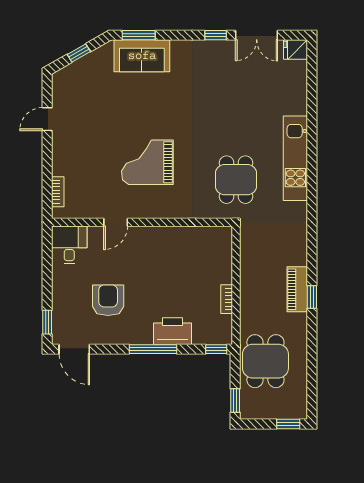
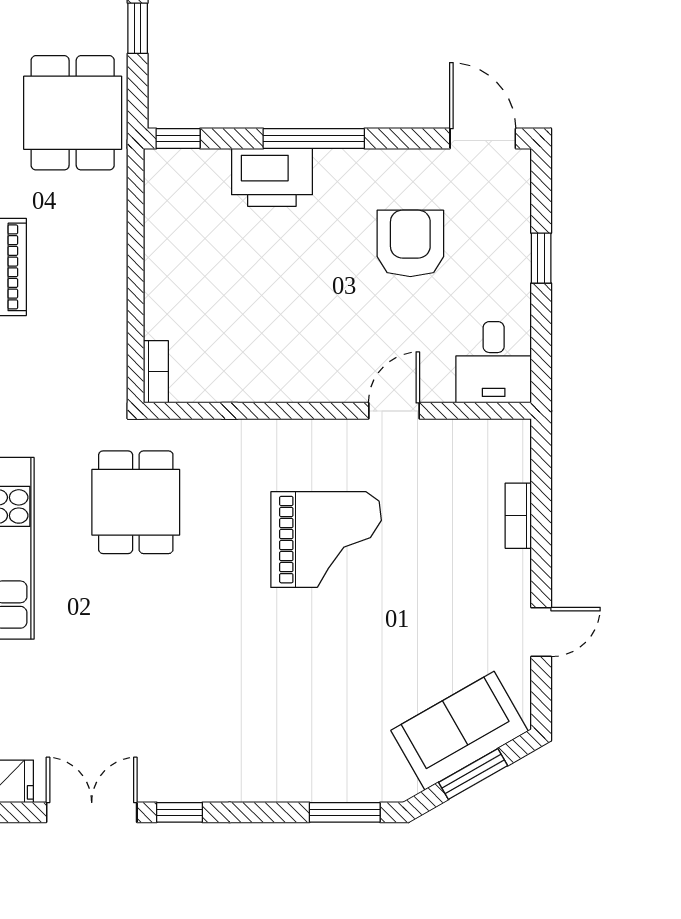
window: (79, 53) -> (473, 774), width x1.50
sofa: (142, 56) -> (460, 731), moved, turned -30
bookcase: (58, 192) -> (518, 516), moved
bookcase: (227, 299) -> (156, 372), moved
armchair: (108, 300) -> (410, 243), turned 180
window: (47, 322) -> (541, 258), moved

